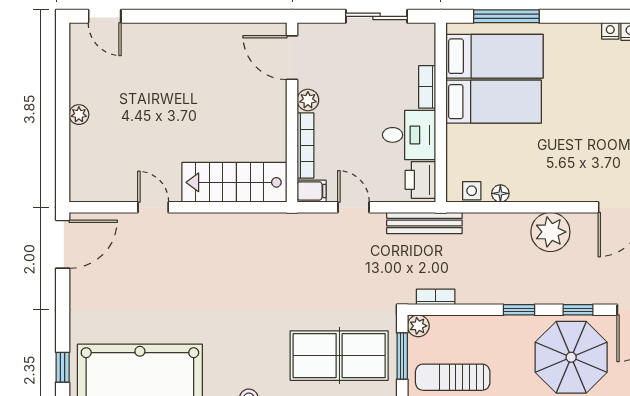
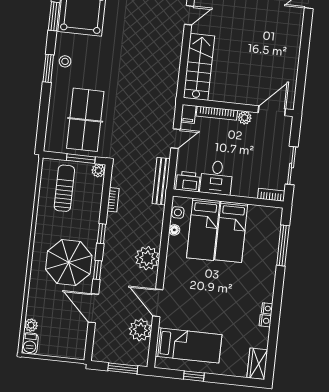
bed: (494, 56) -> (203, 229), moved
bookcase: (427, 87) -> (271, 195), moved
bookcase: (436, 297) -> (113, 200), moved

